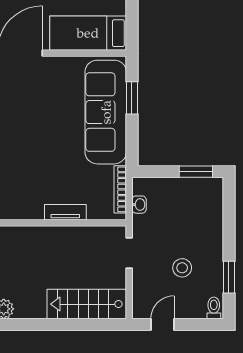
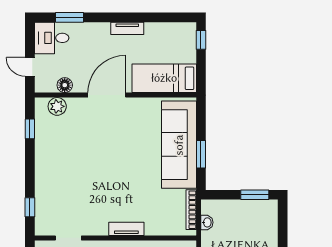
window: (132, 98) -> (201, 154), moved
tv unit: (65, 212) -> (126, 229), moved

